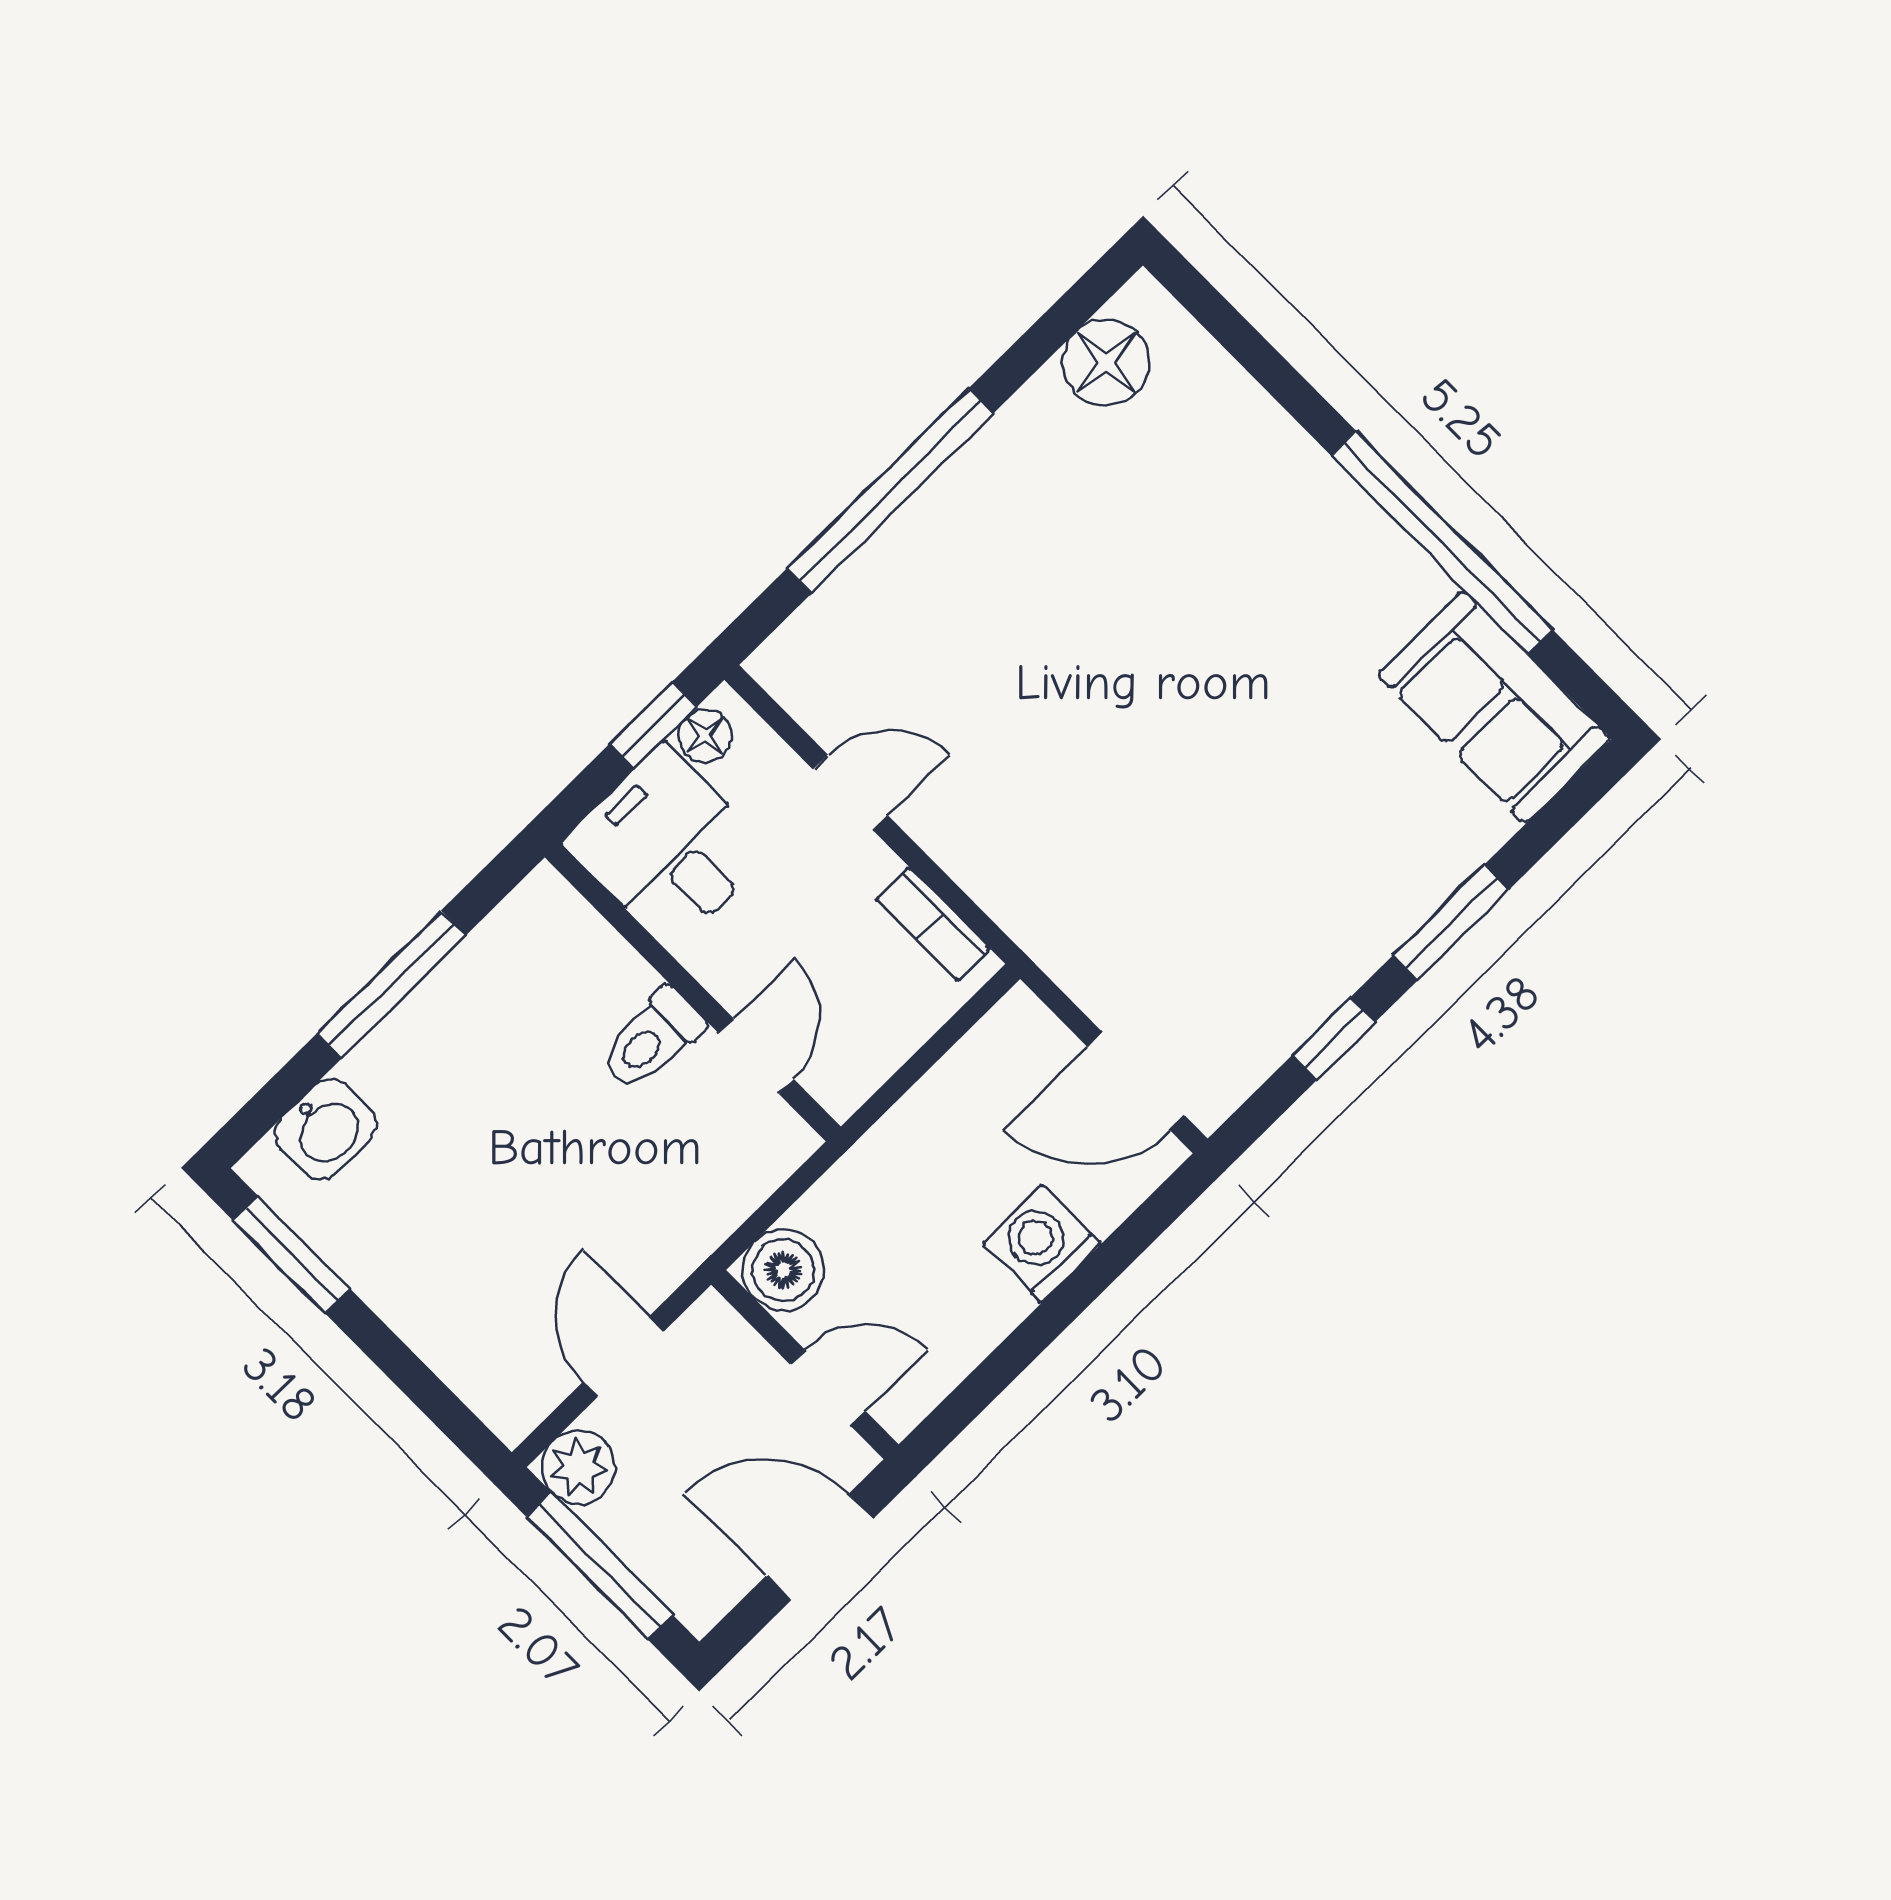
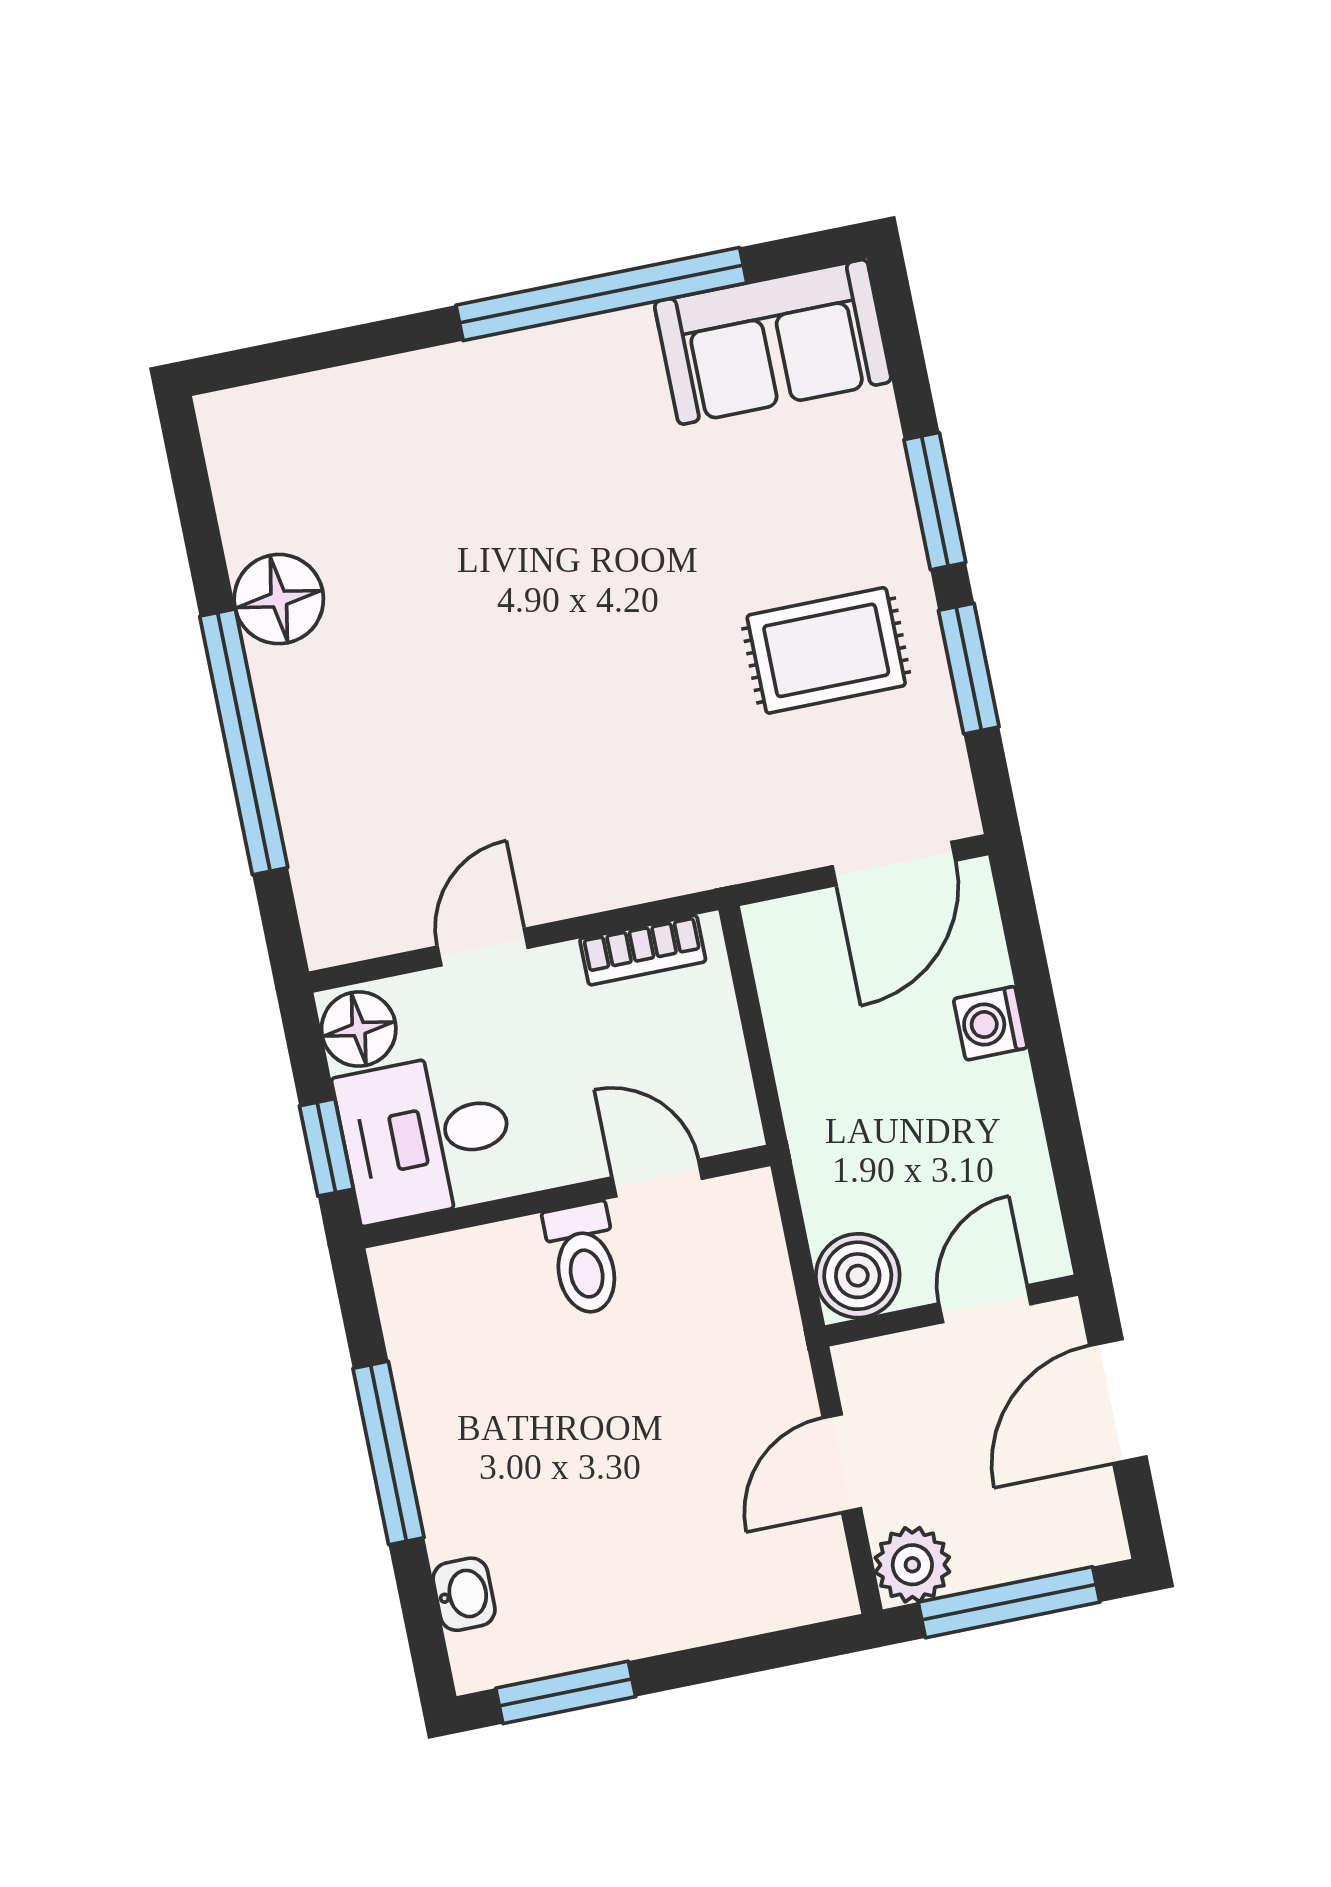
floor lamp: (1106, 363) -> (279, 599), moved
window: (653, 725) -> (326, 1147), moved
floor lamp: (705, 736) -> (359, 1029), width x1.37, depth x1.37
rug: (1273, 914) -> (826, 650), added
window: (1334, 1039) -> (969, 669), width x1.50
washbasin: (326, 1129) -> (464, 1594), width x0.72, depth x0.69
washing machine: (1042, 1244) -> (990, 1023), width x0.73, depth x0.73
door: (623, 1357) -> (842, 1463), hinge flipped

